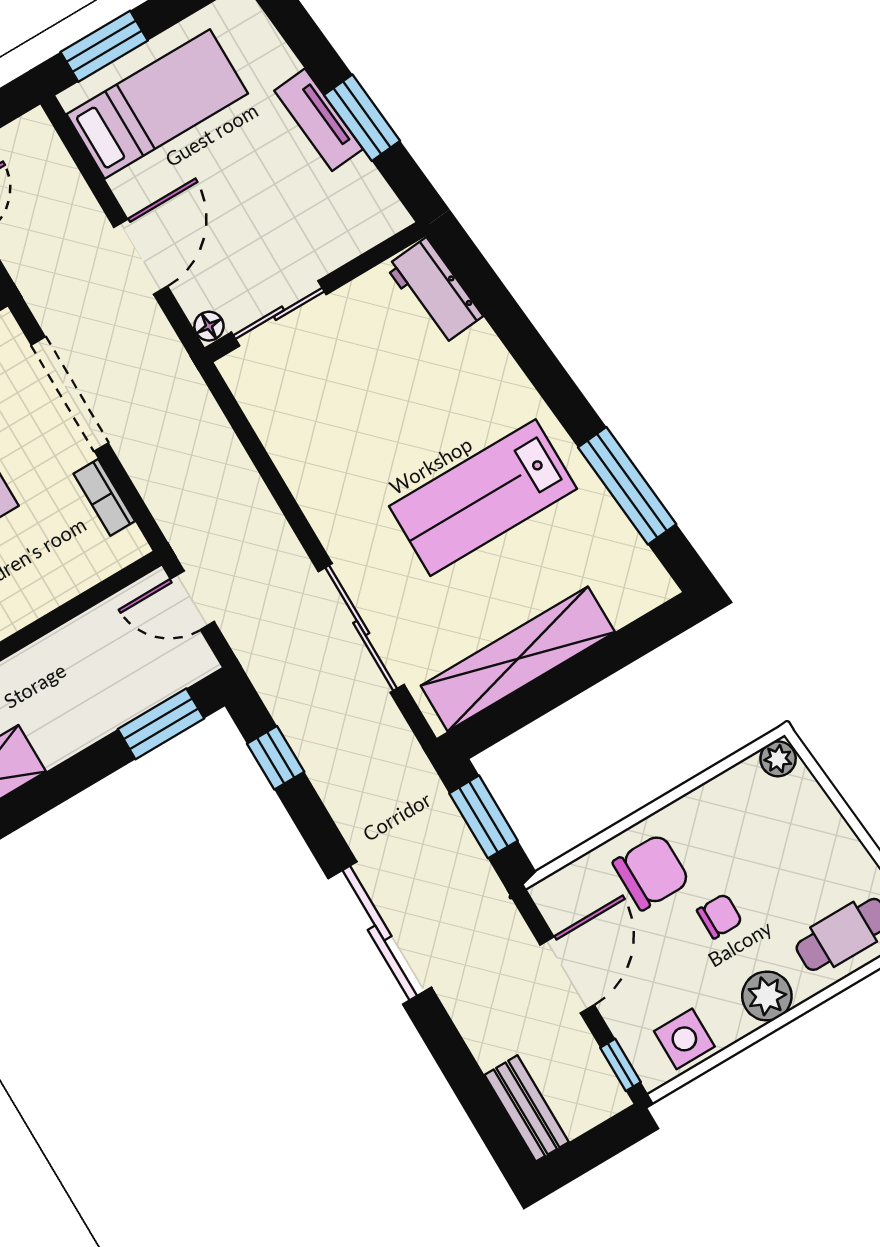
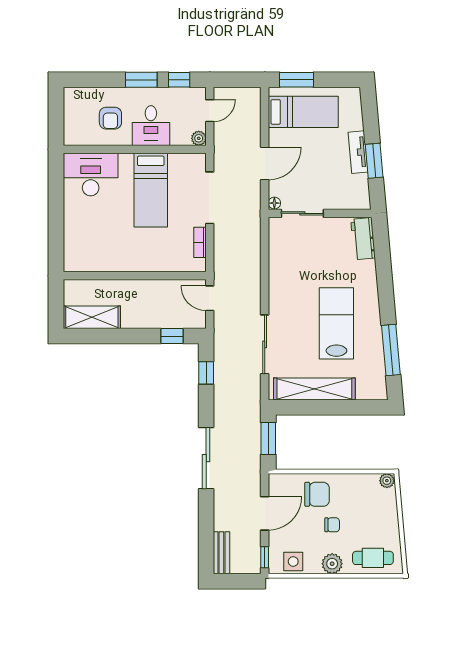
lab bench: (483, 498) -> (336, 323), turned 90
window: (161, 724) -> (172, 336), width x0.67

